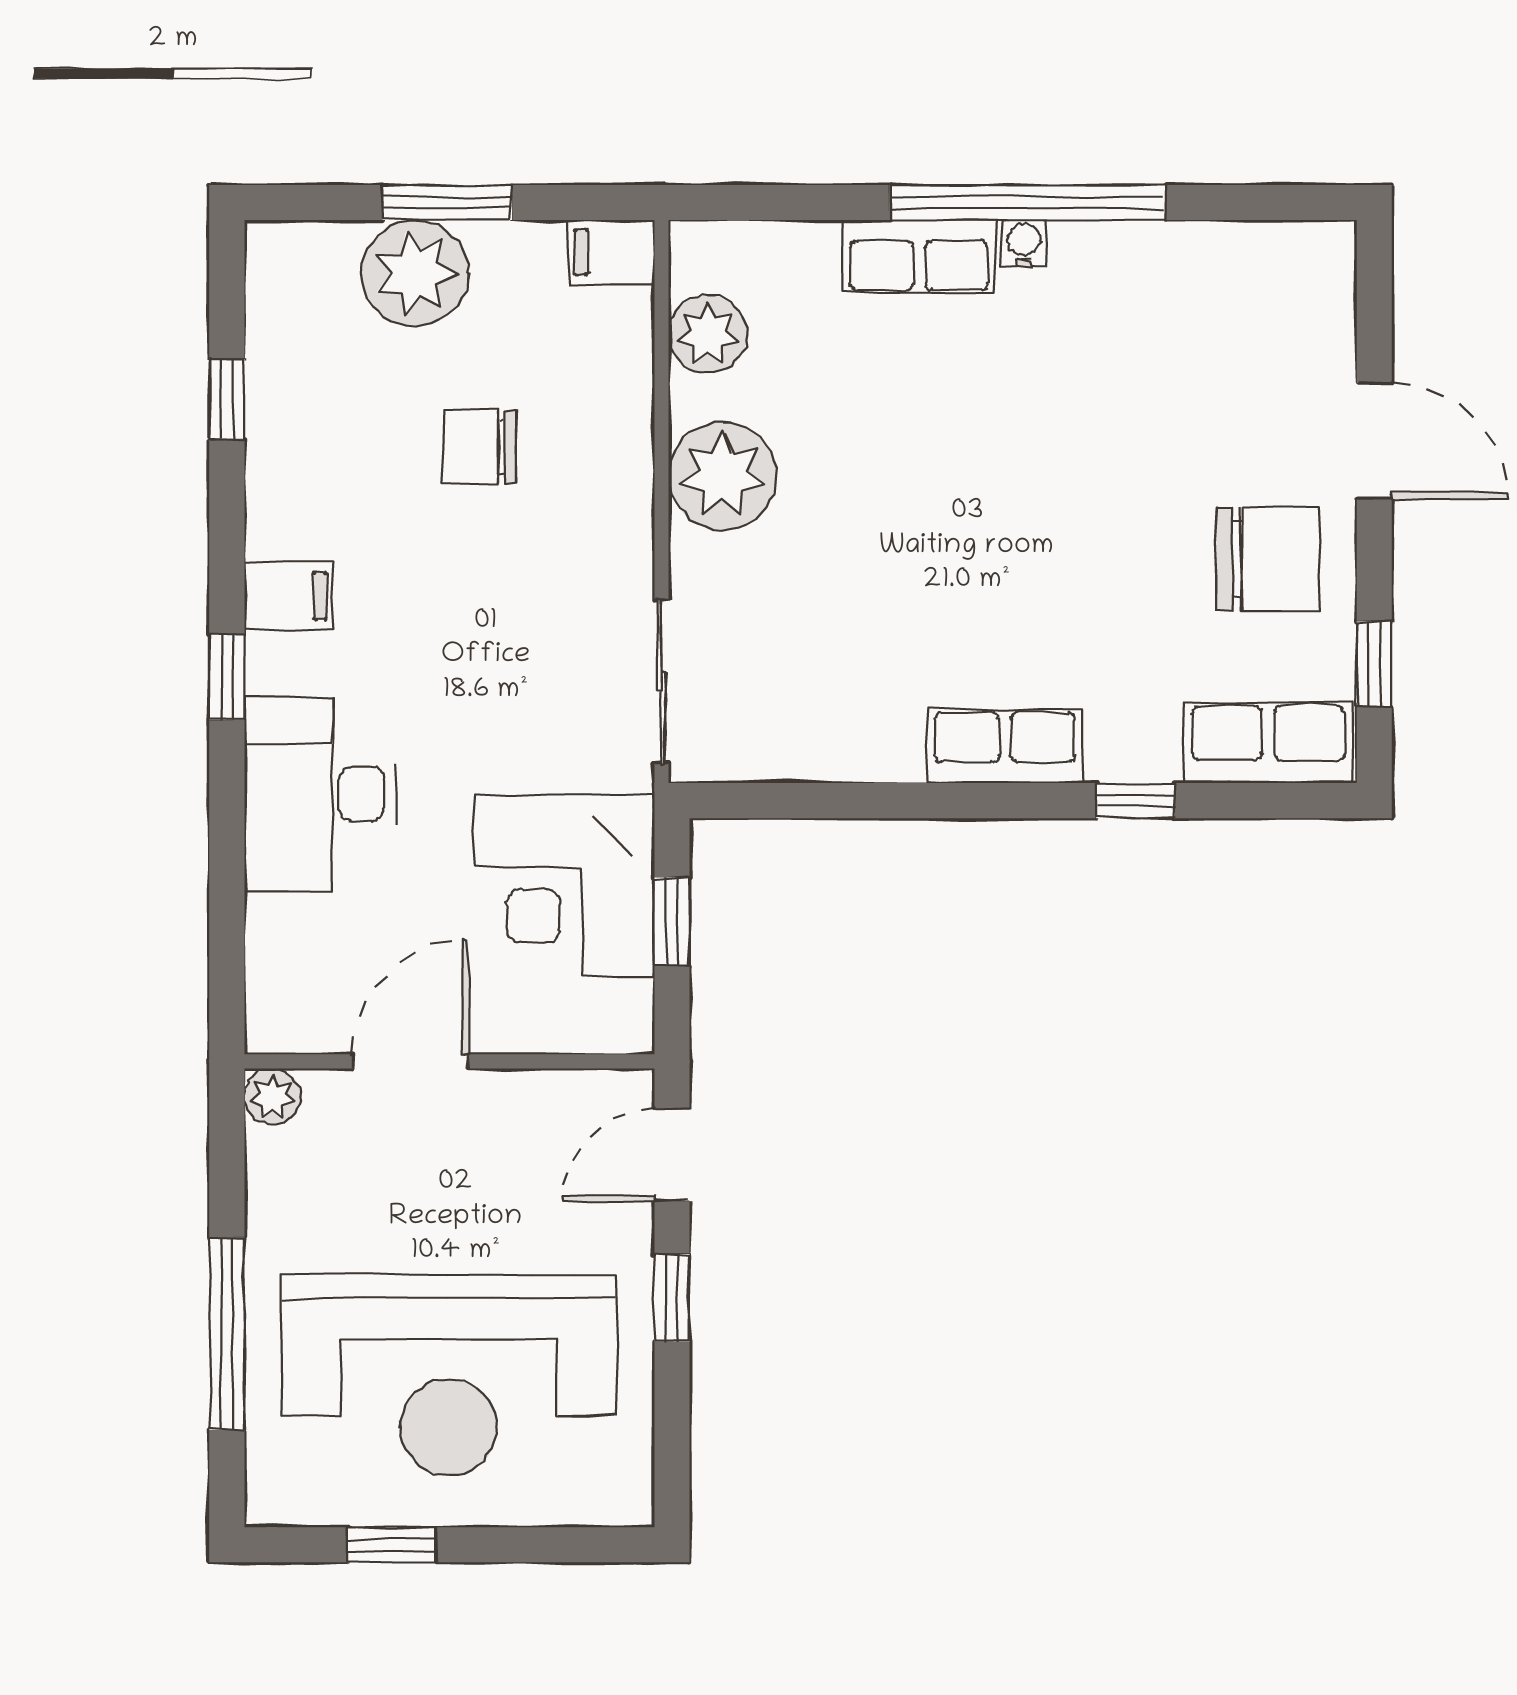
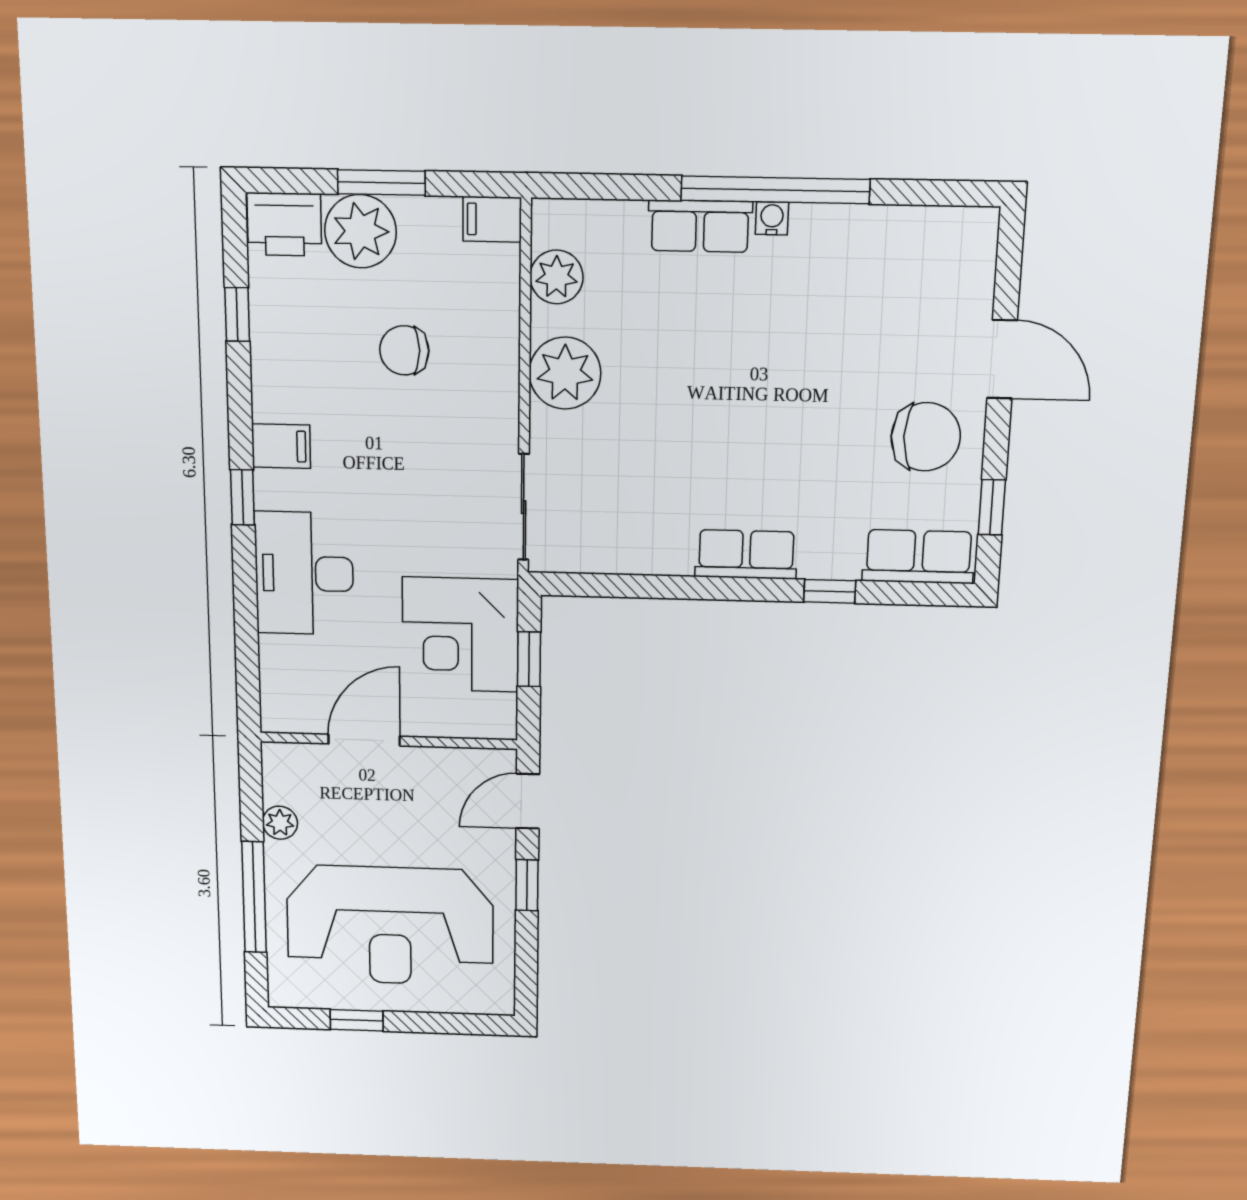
printer: (302, 265) -> (284, 224), added
plant: (272, 1097) -> (280, 823), moved

